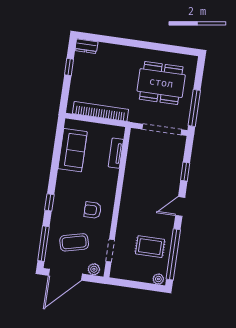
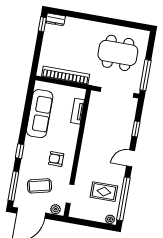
window: (69, 67) -> (42, 24), moved
sofa: (73, 150) -> (40, 114), width x1.36

